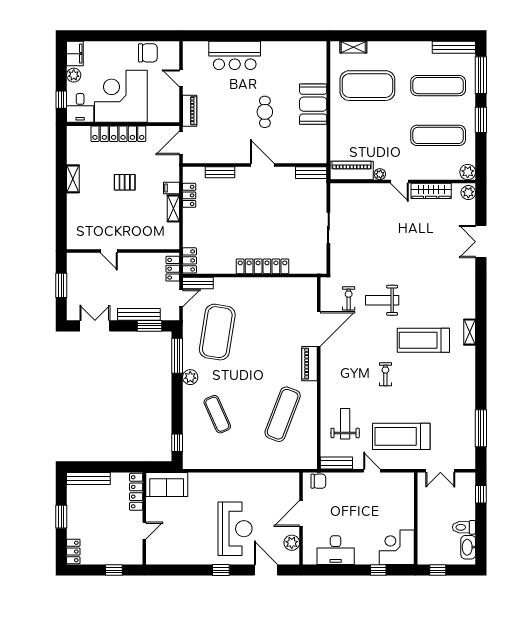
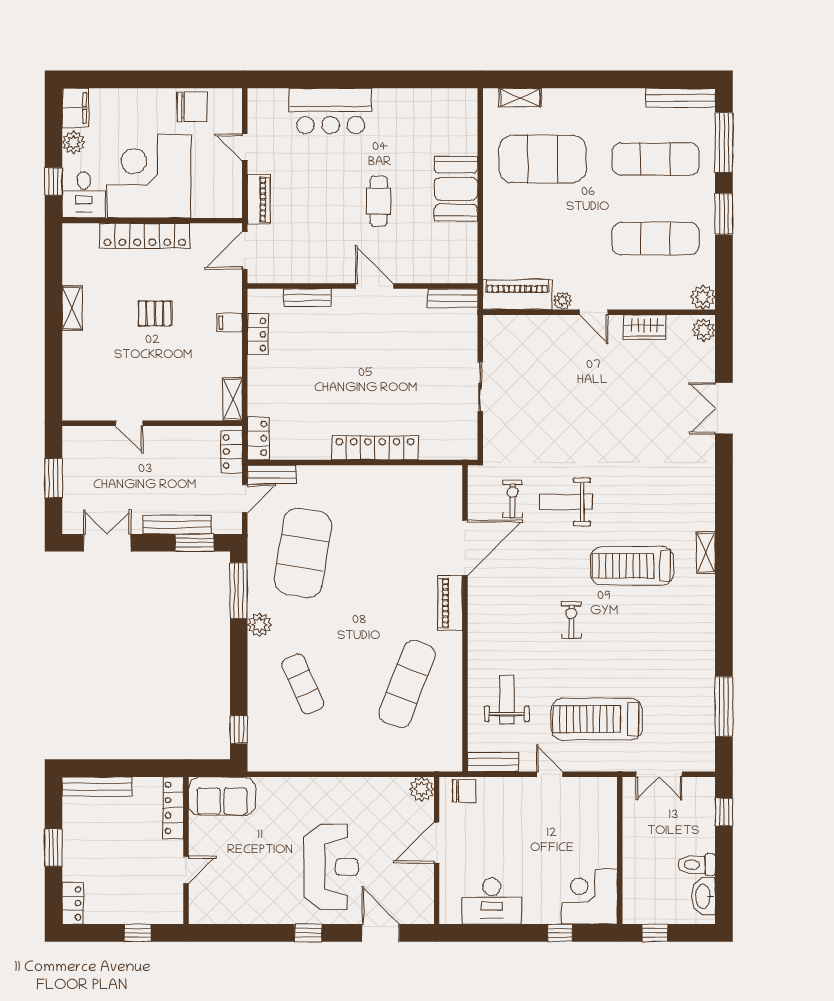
wardrobe: (431, 191) -> (644, 327), width x0.67
shelving: (173, 208) -> (233, 399), moved
plant: (292, 543) -> (422, 789), moved

